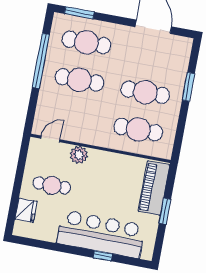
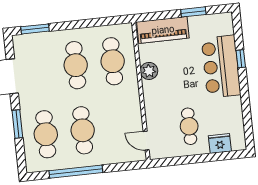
window: (79, 13) -> (17, 124), moved
window: (188, 87) -> (35, 29), moved
plant: (79, 155) -> (149, 71), moved
window: (165, 211) -> (193, 12), moved
bar counter: (101, 234) -> (221, 67), width x0.73

